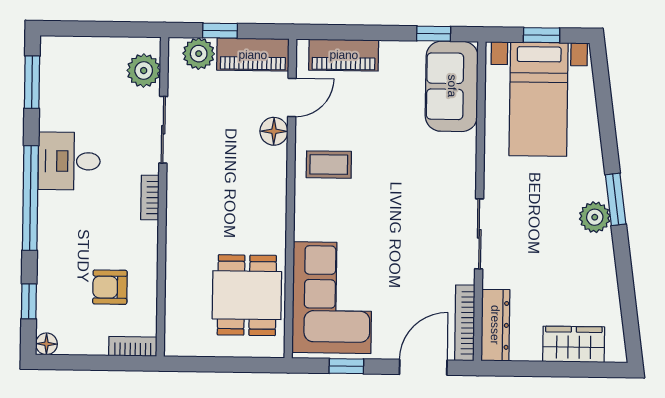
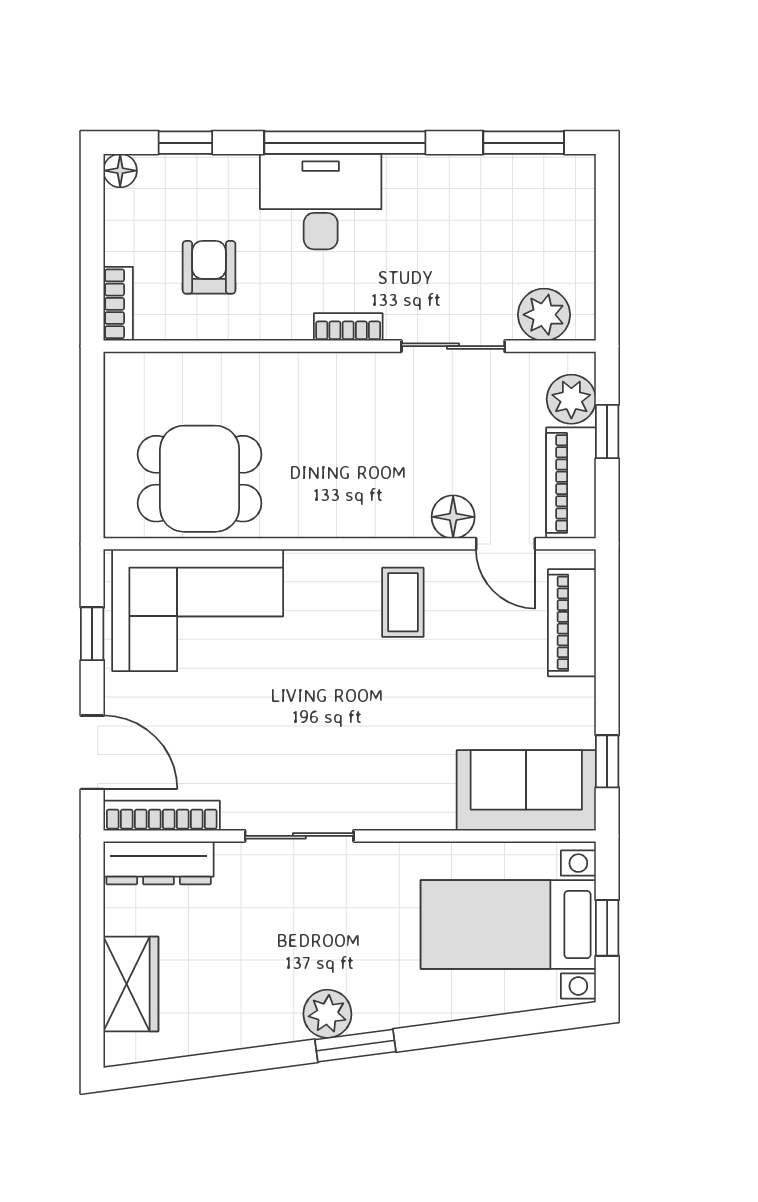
desk: (69, 161) -> (321, 202), moved, width x1.37

